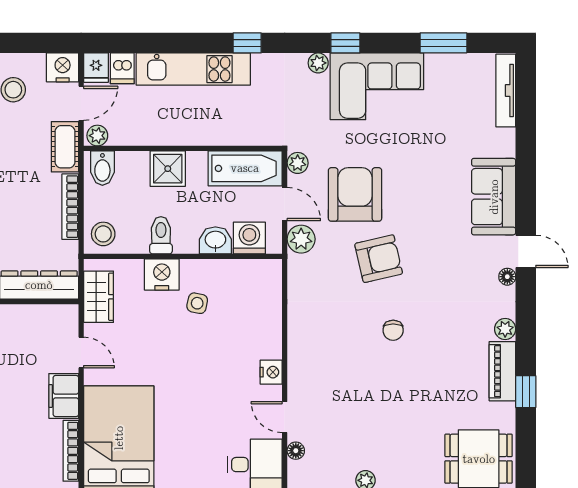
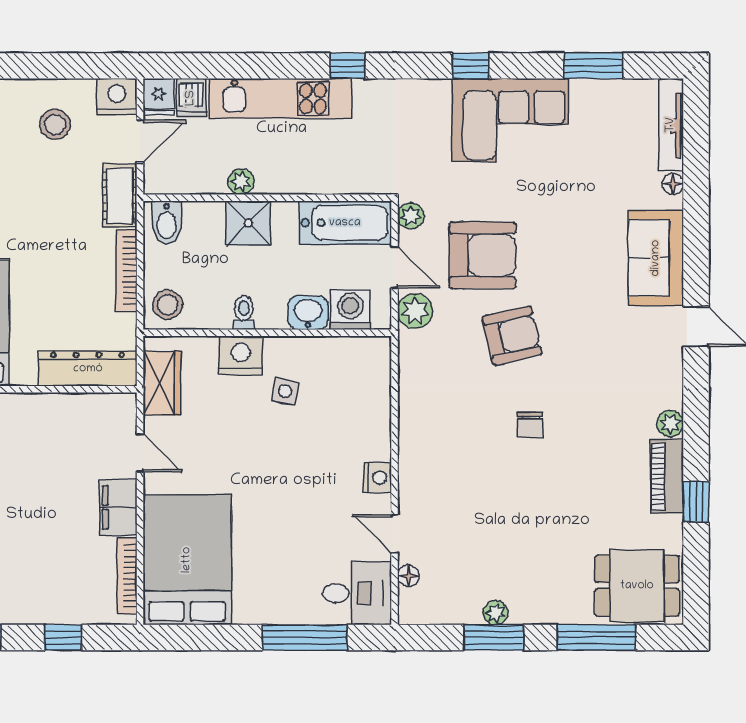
plant: (318, 63) -> (436, 91), removed
plant: (97, 136) -> (241, 182), moved
armchair: (355, 194) -> (483, 255), turned 90
toilet: (161, 235) -> (244, 313), width x0.73, depth x0.72
floor lamp: (507, 277) -> (673, 184), moved

